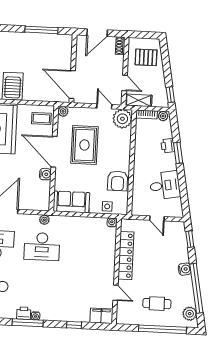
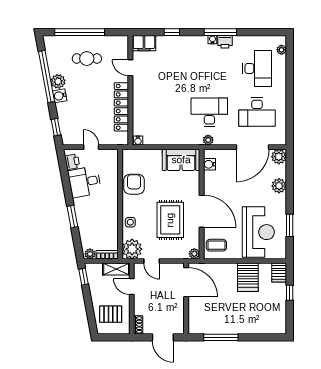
door: (97, 33) -> (163, 337), swing flipped
printer: (168, 146) -> (72, 162), moved
water cooler: (45, 174) -> (209, 164), moved
side table: (107, 206) -> (130, 222), moved
plant: (190, 314) -> (58, 81), moved

